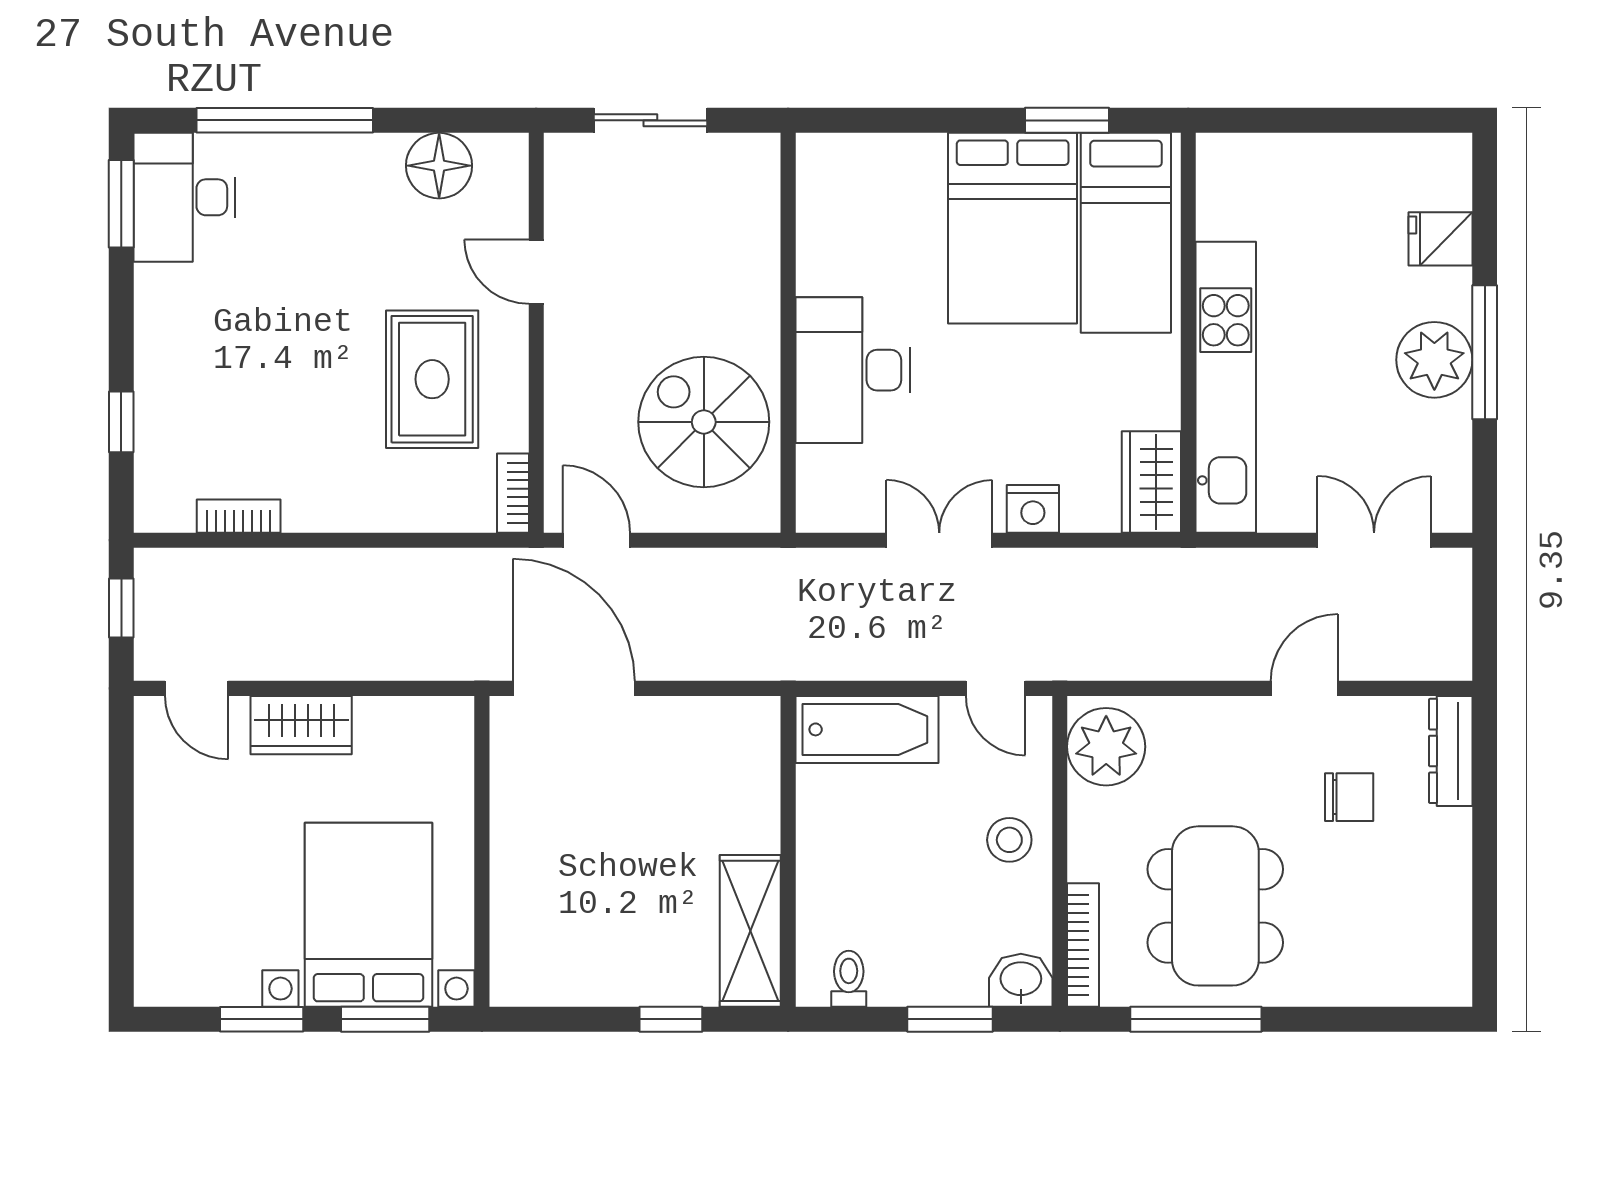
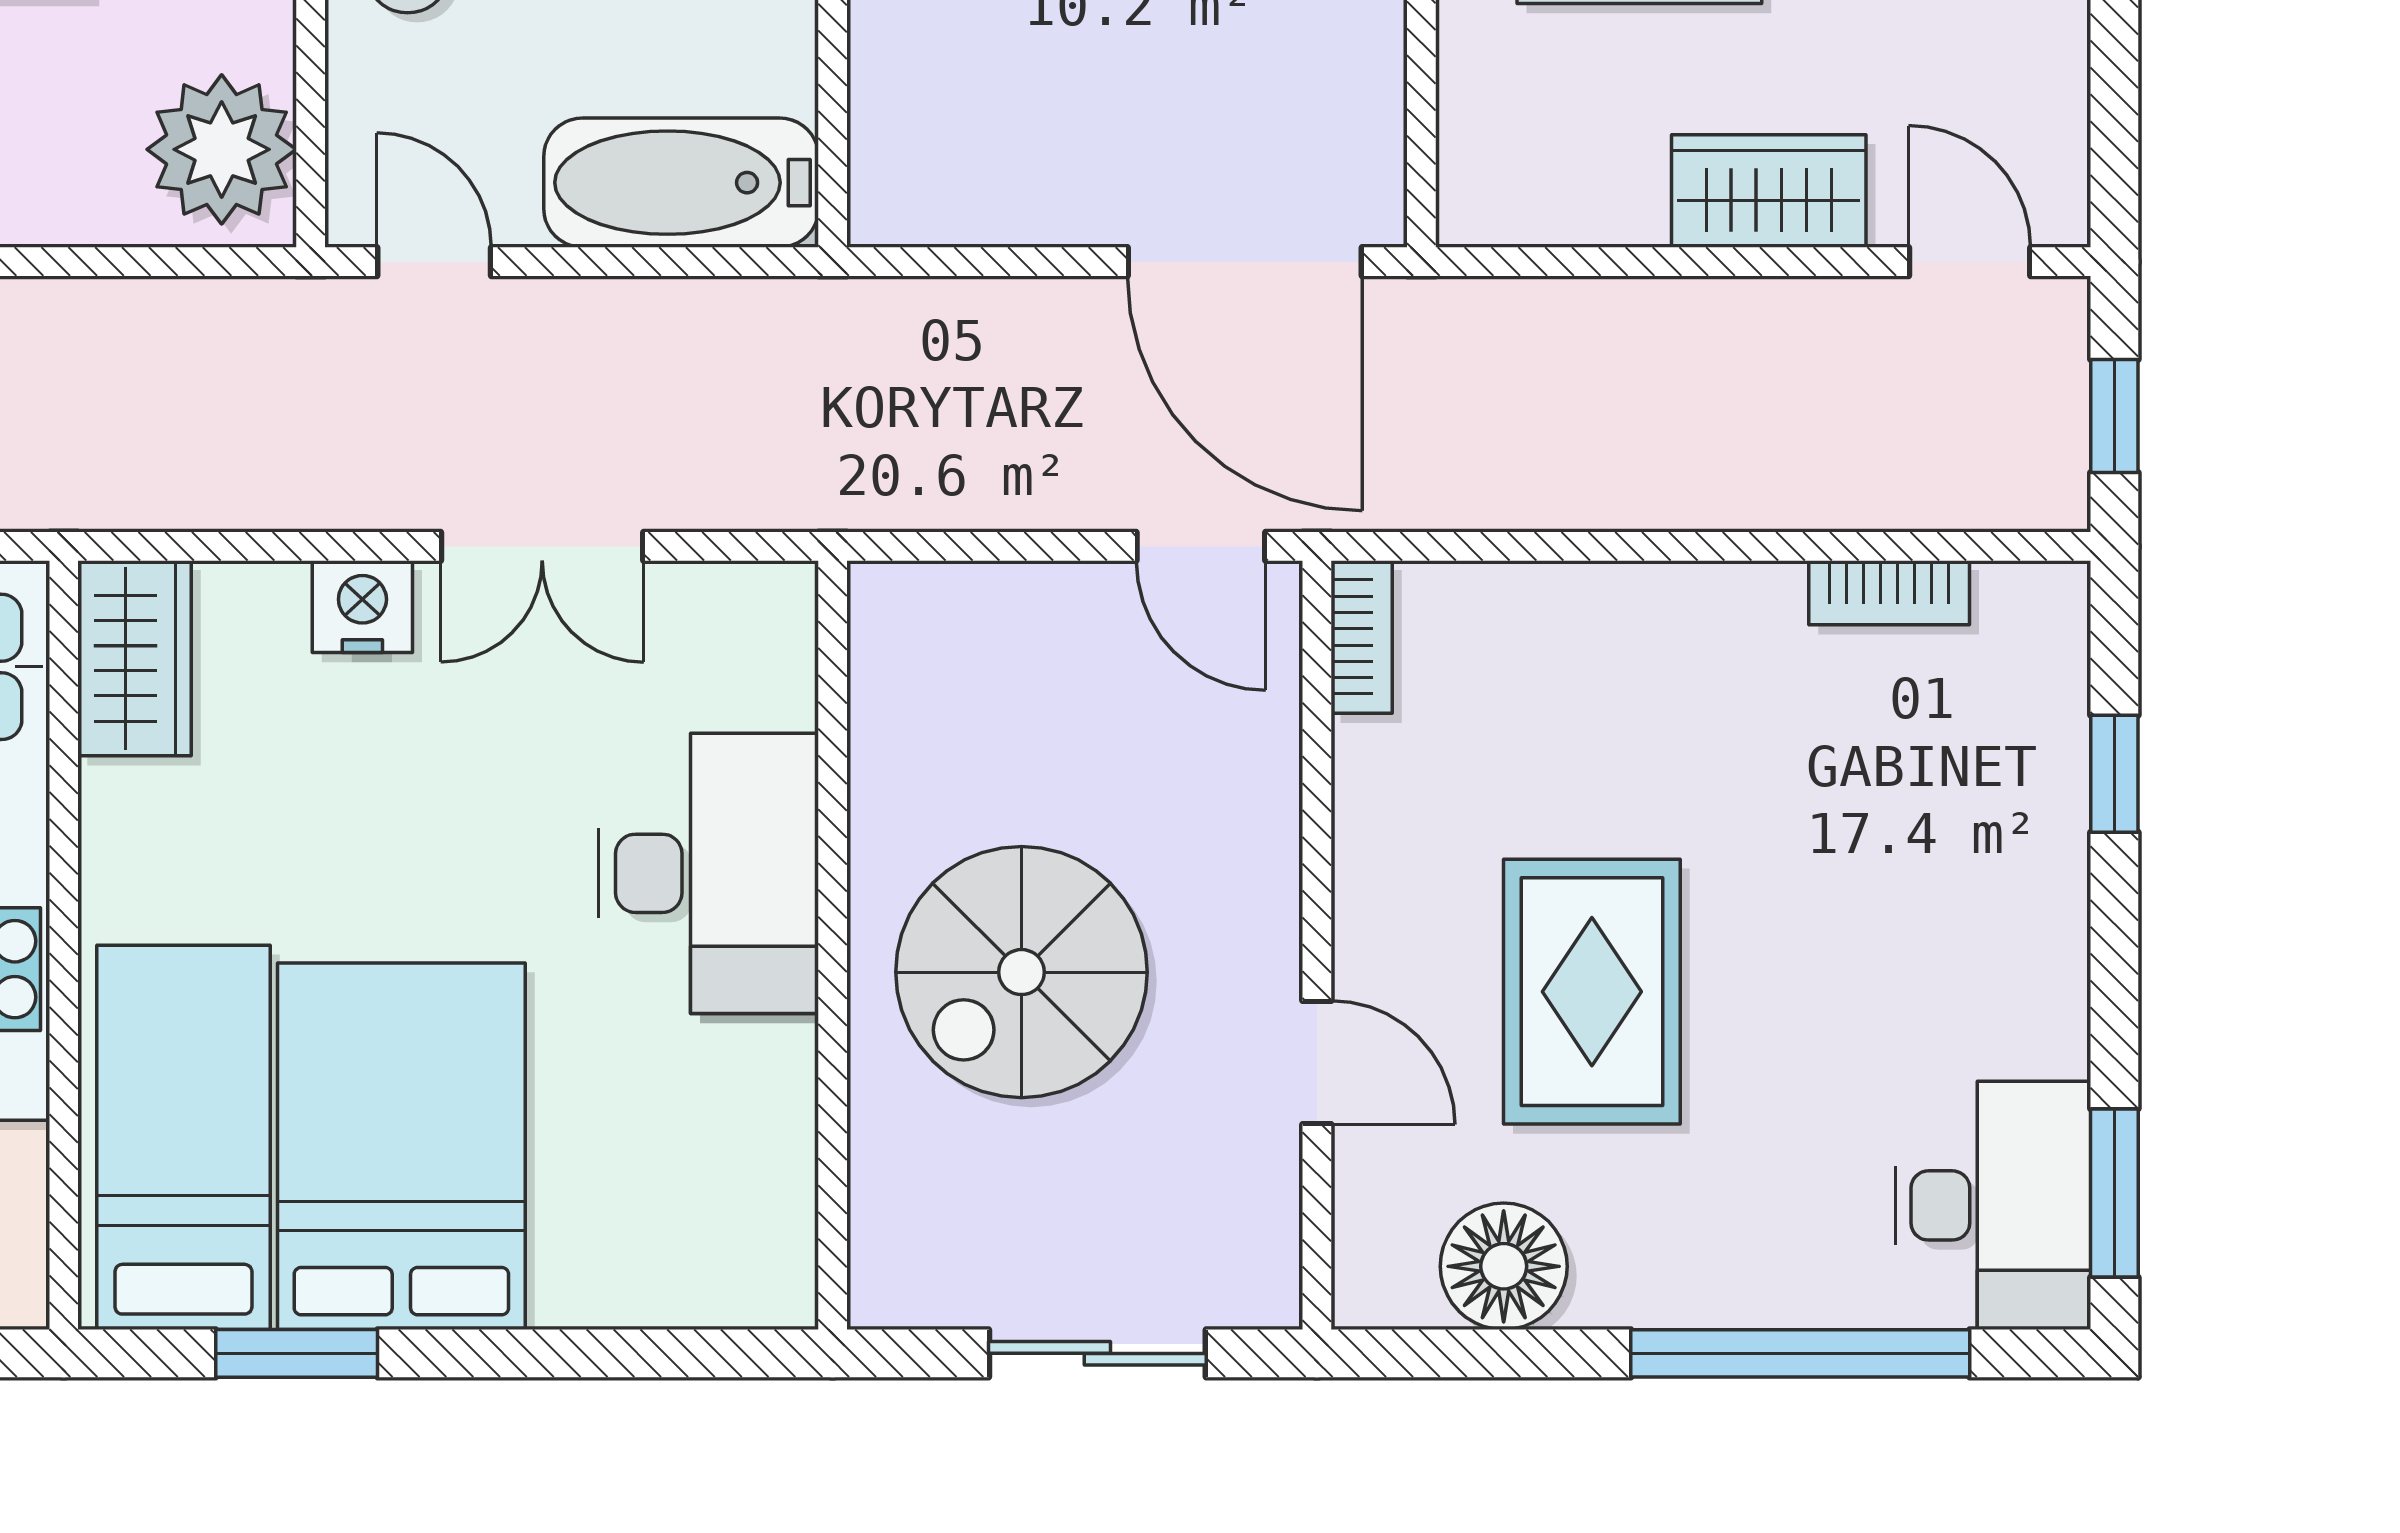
rug: (432, 379) -> (1592, 992), moved
spiral stairs: (704, 422) -> (1022, 972), moved, turned 90

